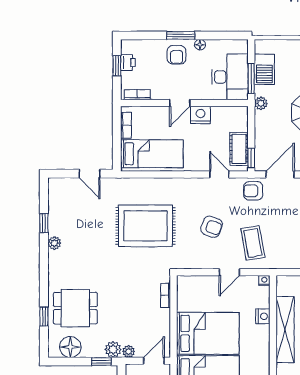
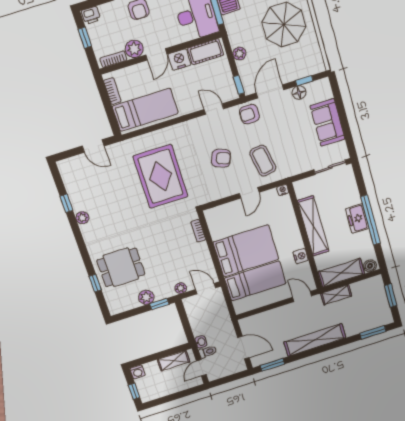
printer: (128, 63) -> (91, 15), moved, turned 90
plant: (160, 91) -> (134, 49), added
plant: (261, 103) -> (239, 54), moved
cot: (239, 149) -> (206, 52), moved, turned 90
rug: (146, 226) -> (161, 176), turned 90
nightstand: (263, 316) -> (301, 256), moved
floor lamp: (70, 347) -> (128, 301), removed
plant: (113, 349) -> (146, 297), moved
door: (154, 361) -> (206, 289), hinge flipped

